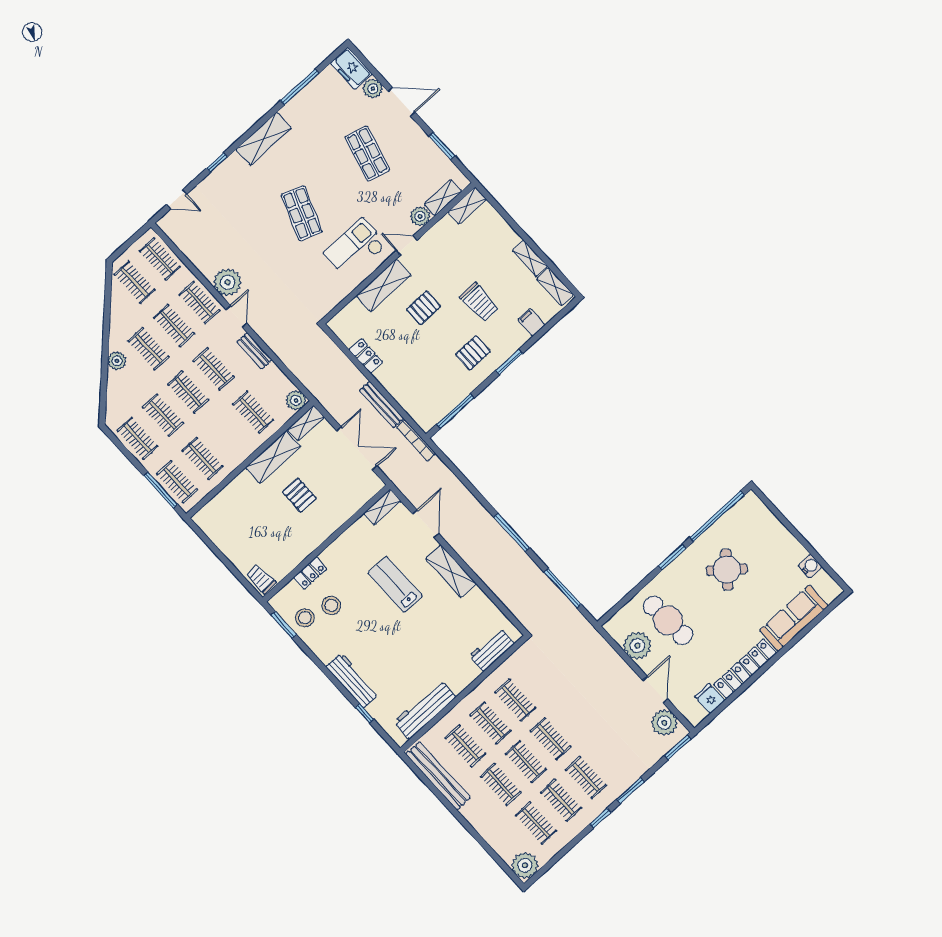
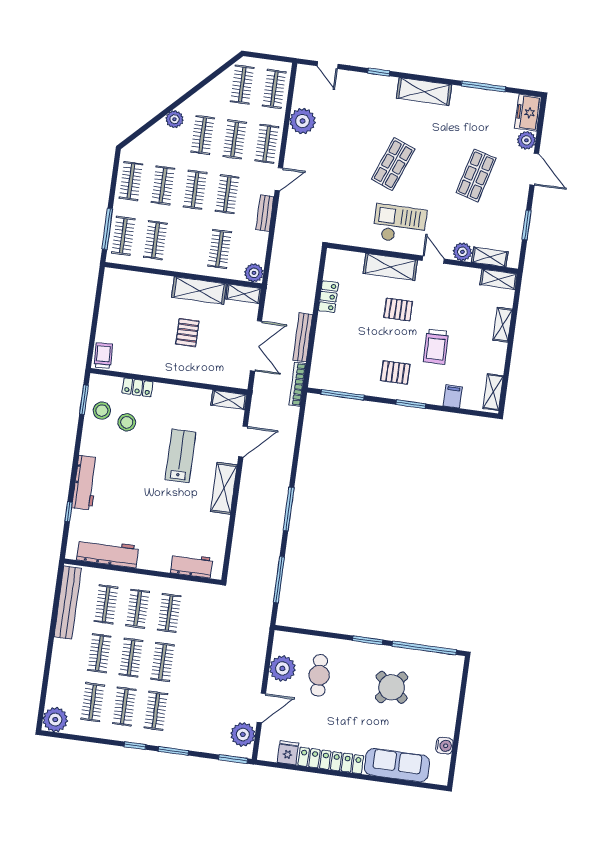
shelving: (530, 258) -> (503, 325), moved
plant: (227, 282) -> (303, 121), moved
cafe table: (668, 620) -> (319, 675), width x0.73, depth x0.74

